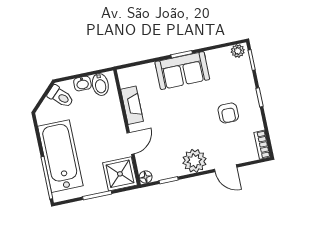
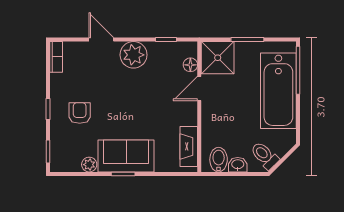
plant: (238, 51) -> (89, 165), moved
fireplace: (132, 105) -> (189, 146), moved
armchair: (228, 113) -> (80, 113), moved
floor lamp: (146, 177) -> (190, 65), moved

